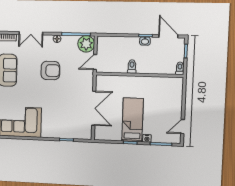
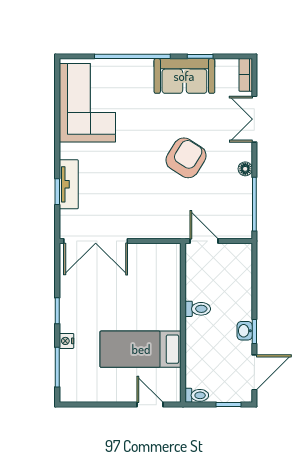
plant: (86, 44) -> (237, 224), removed
armchair: (50, 71) -> (186, 158), turned -148
double door: (94, 108) -> (96, 241), moved
bed: (133, 120) -> (141, 349), moved, turned 180
door: (183, 127) -> (150, 405), moved
tv unit: (63, 134) -> (69, 184), added

